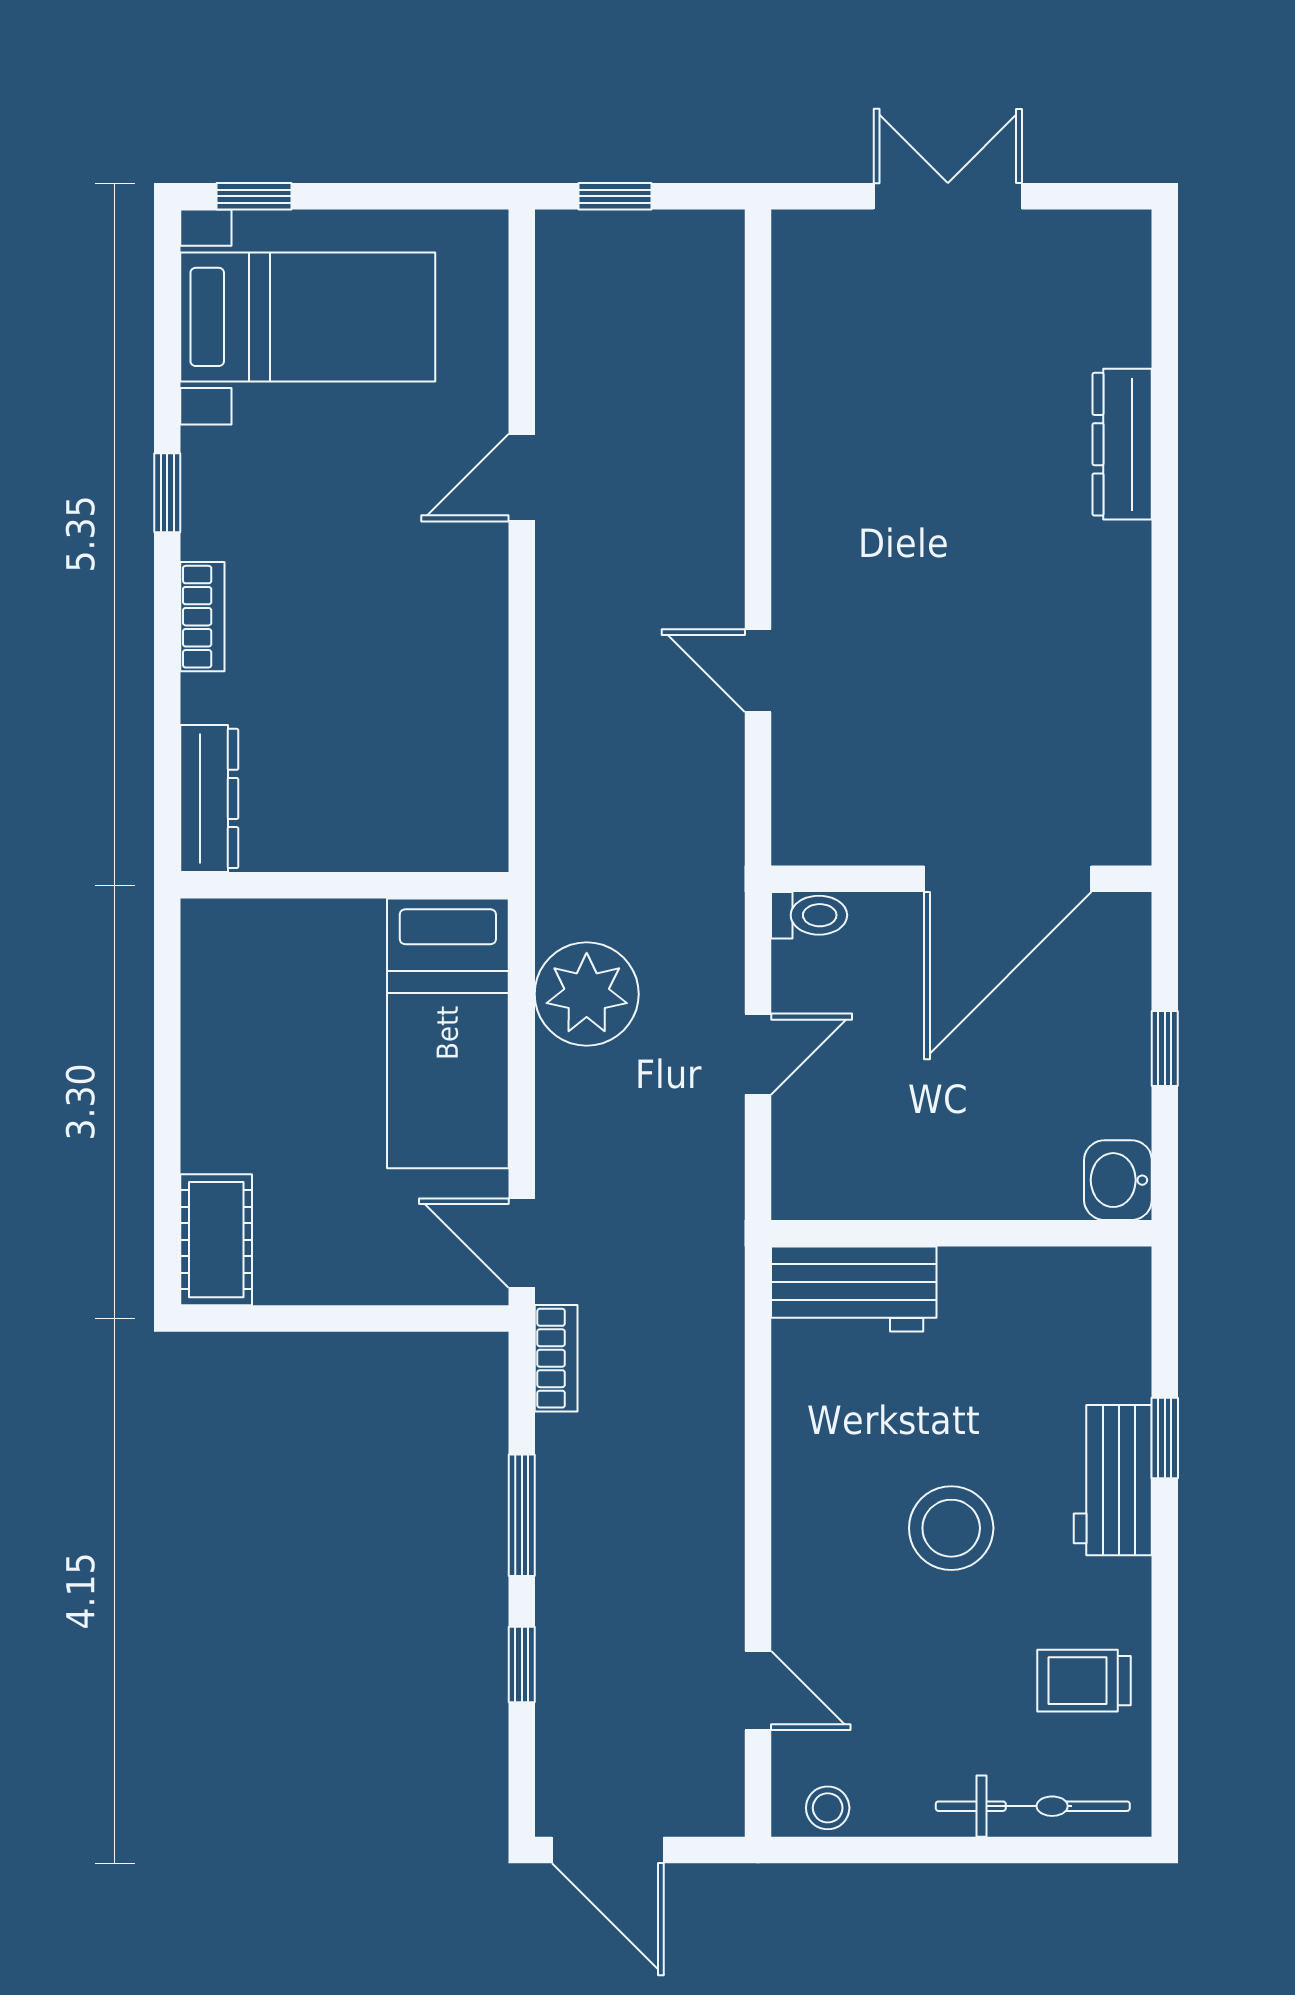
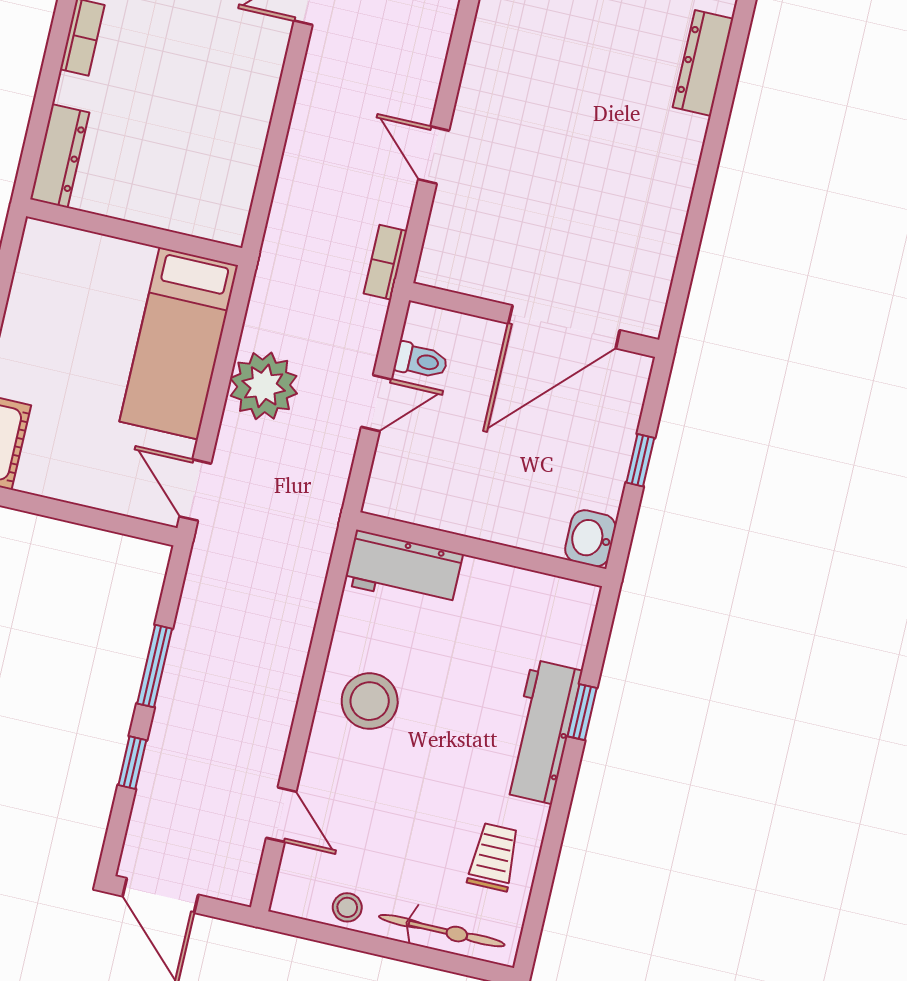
toilet: (809, 915) -> (421, 361), moved
plant: (587, 994) -> (264, 386), moved
bookcase: (556, 1358) -> (385, 262), moved, turned 180
workbench: (1113, 1480) -> (542, 732), width x1.37
stool: (951, 1528) -> (370, 701), moved
trolley: (1084, 1681) -> (494, 857), turned 90
stool: (828, 1808) -> (347, 907), moved

